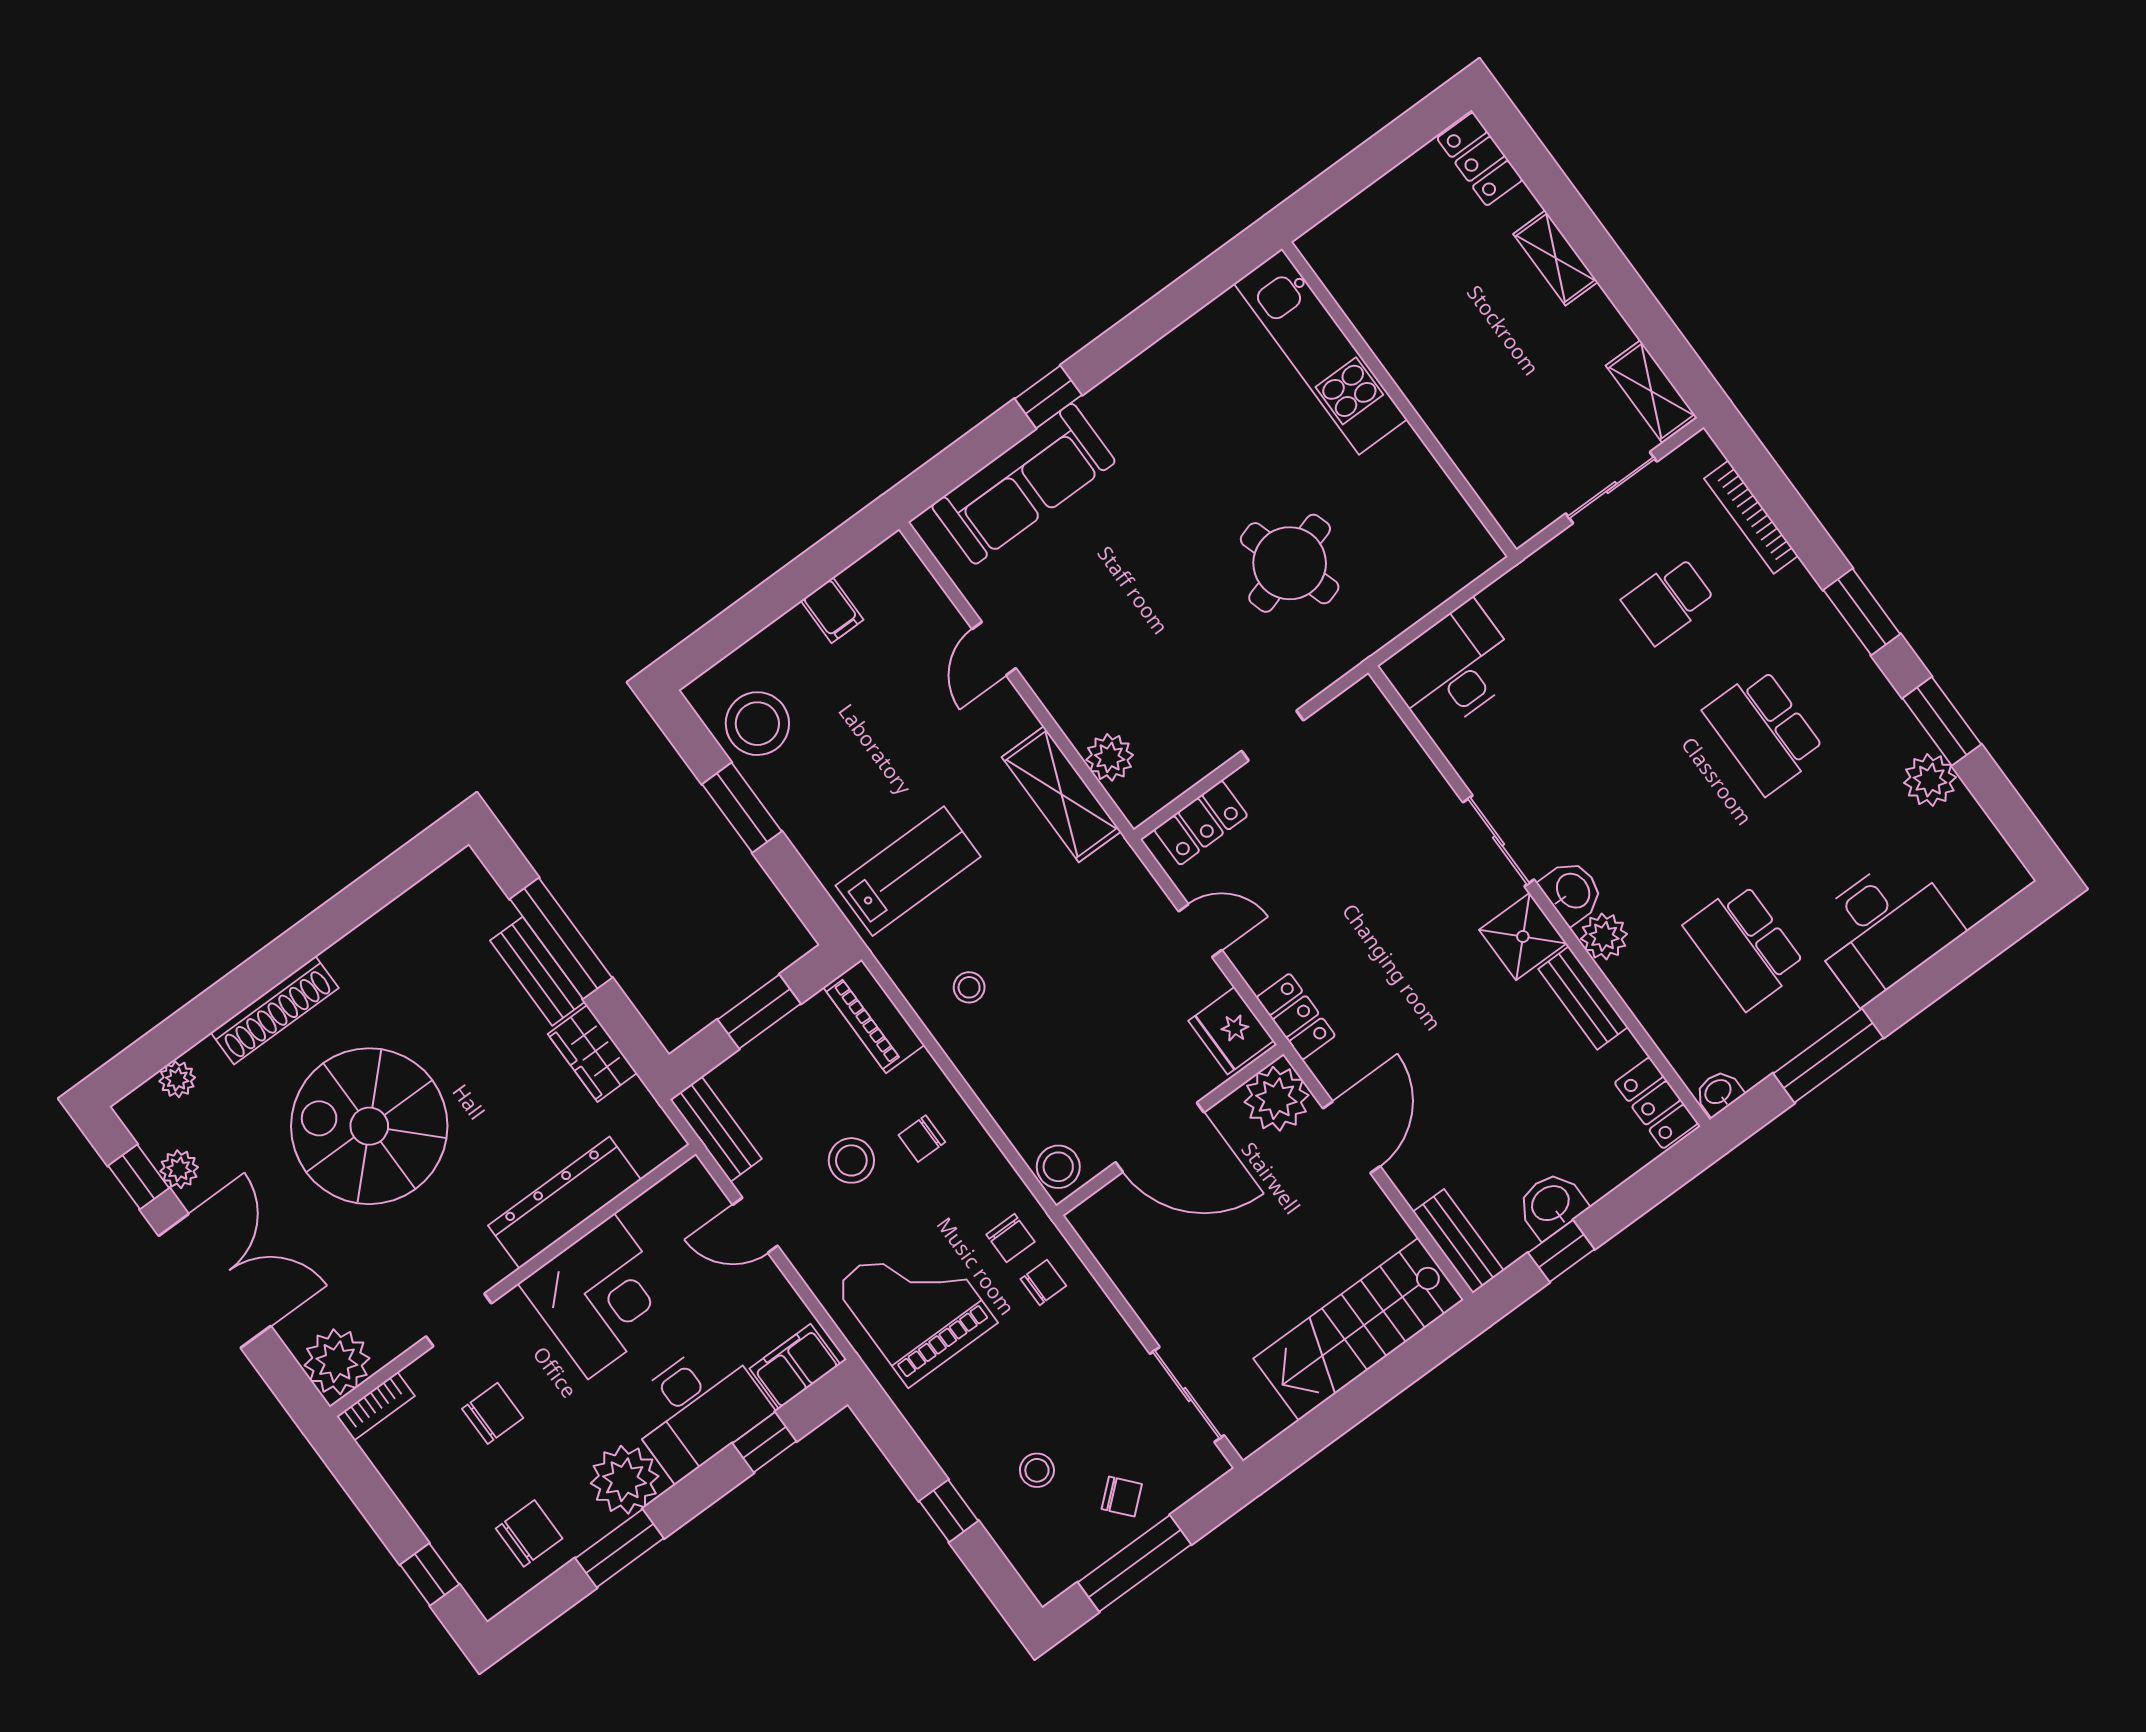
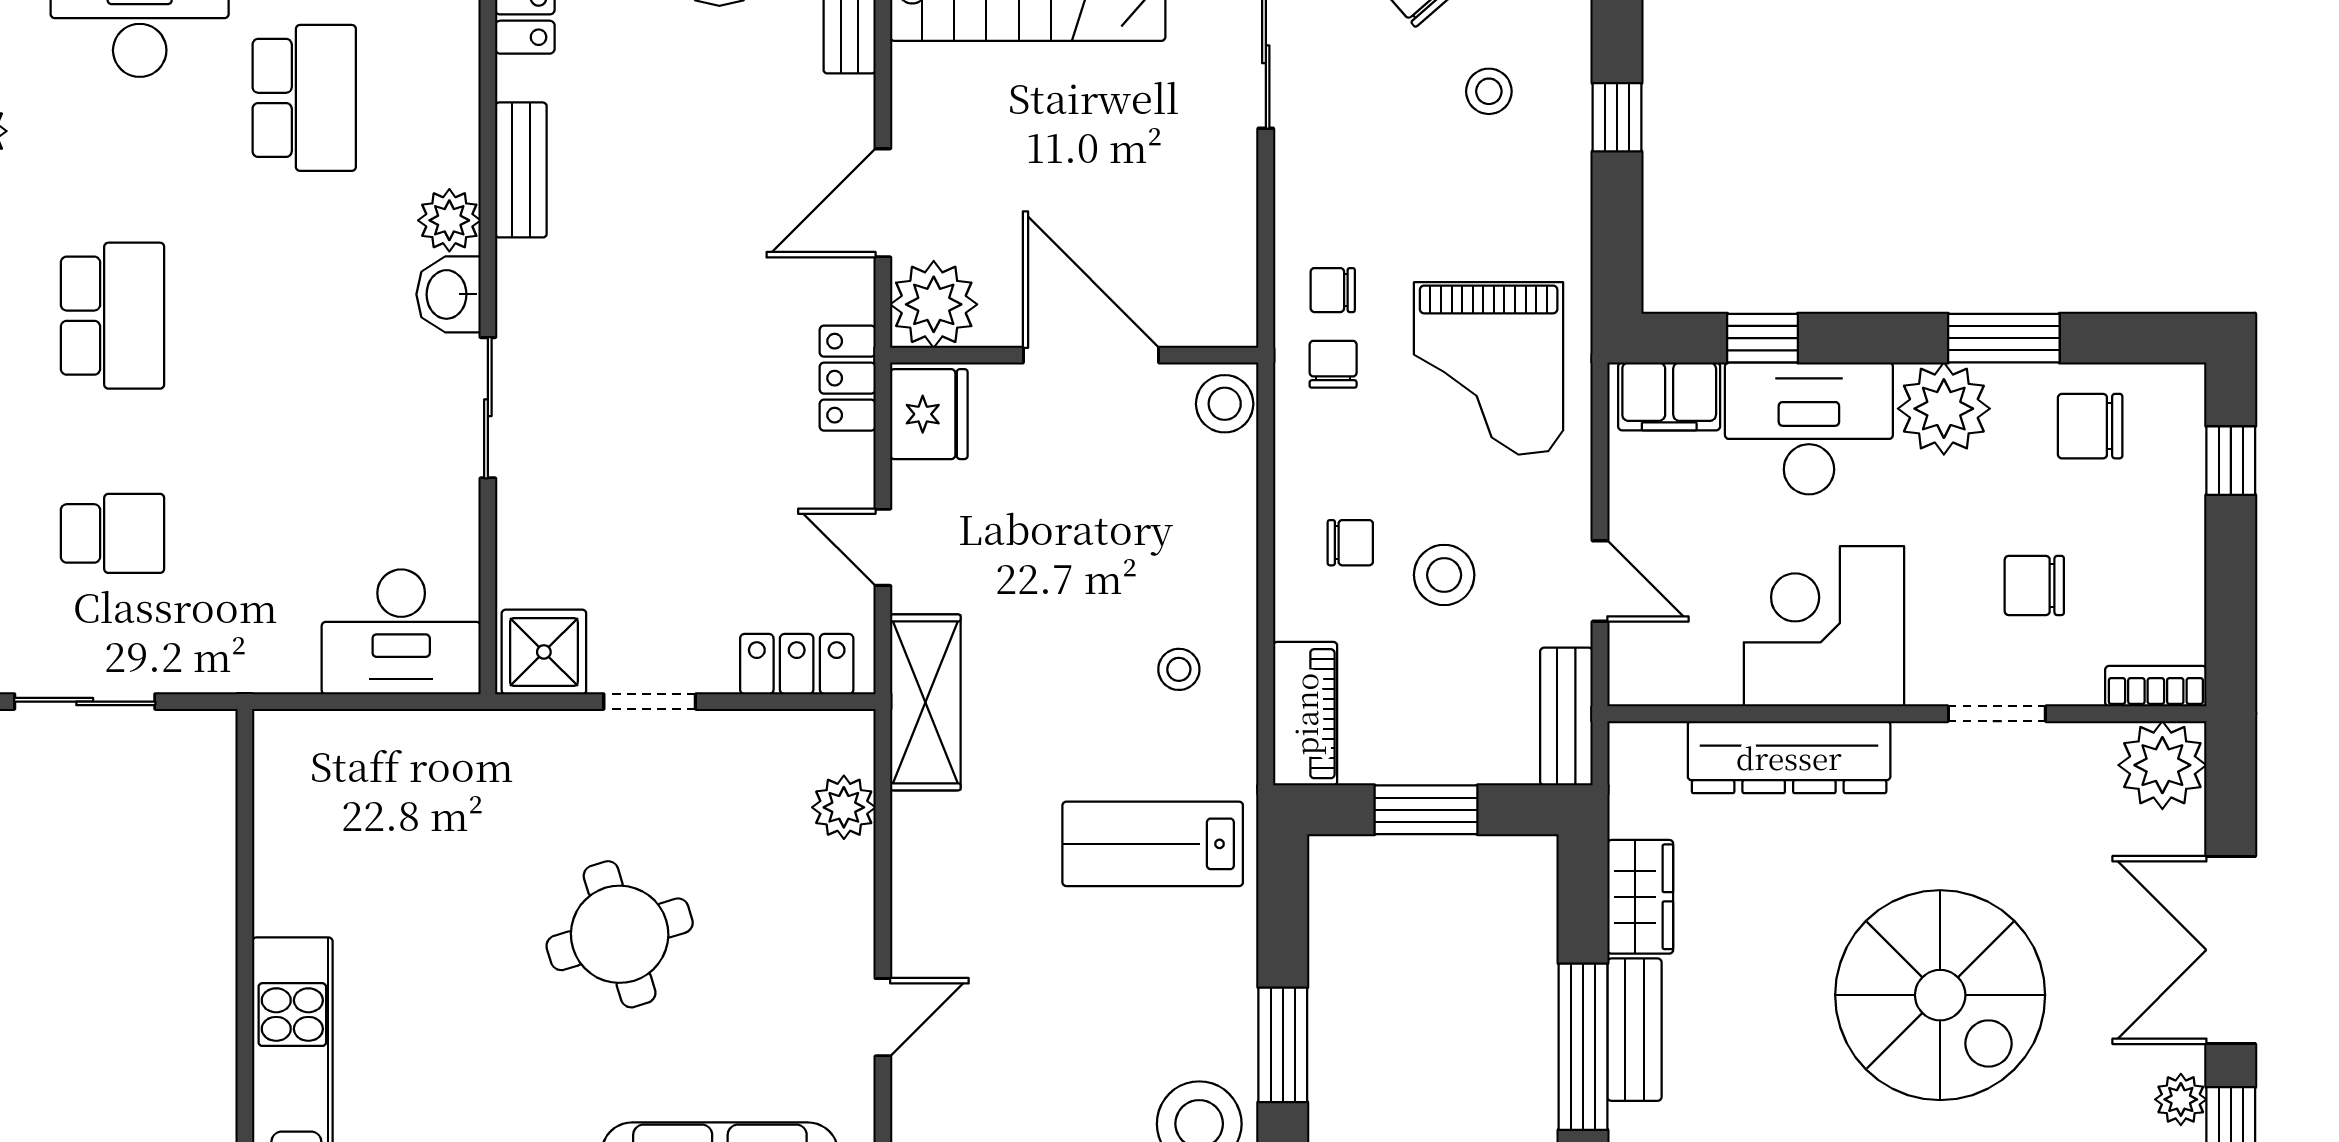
round table: (1290, 563) -> (620, 934), moved
shelving: (1061, 794) -> (925, 702), moved
shower: (1523, 936) -> (544, 652), moved

